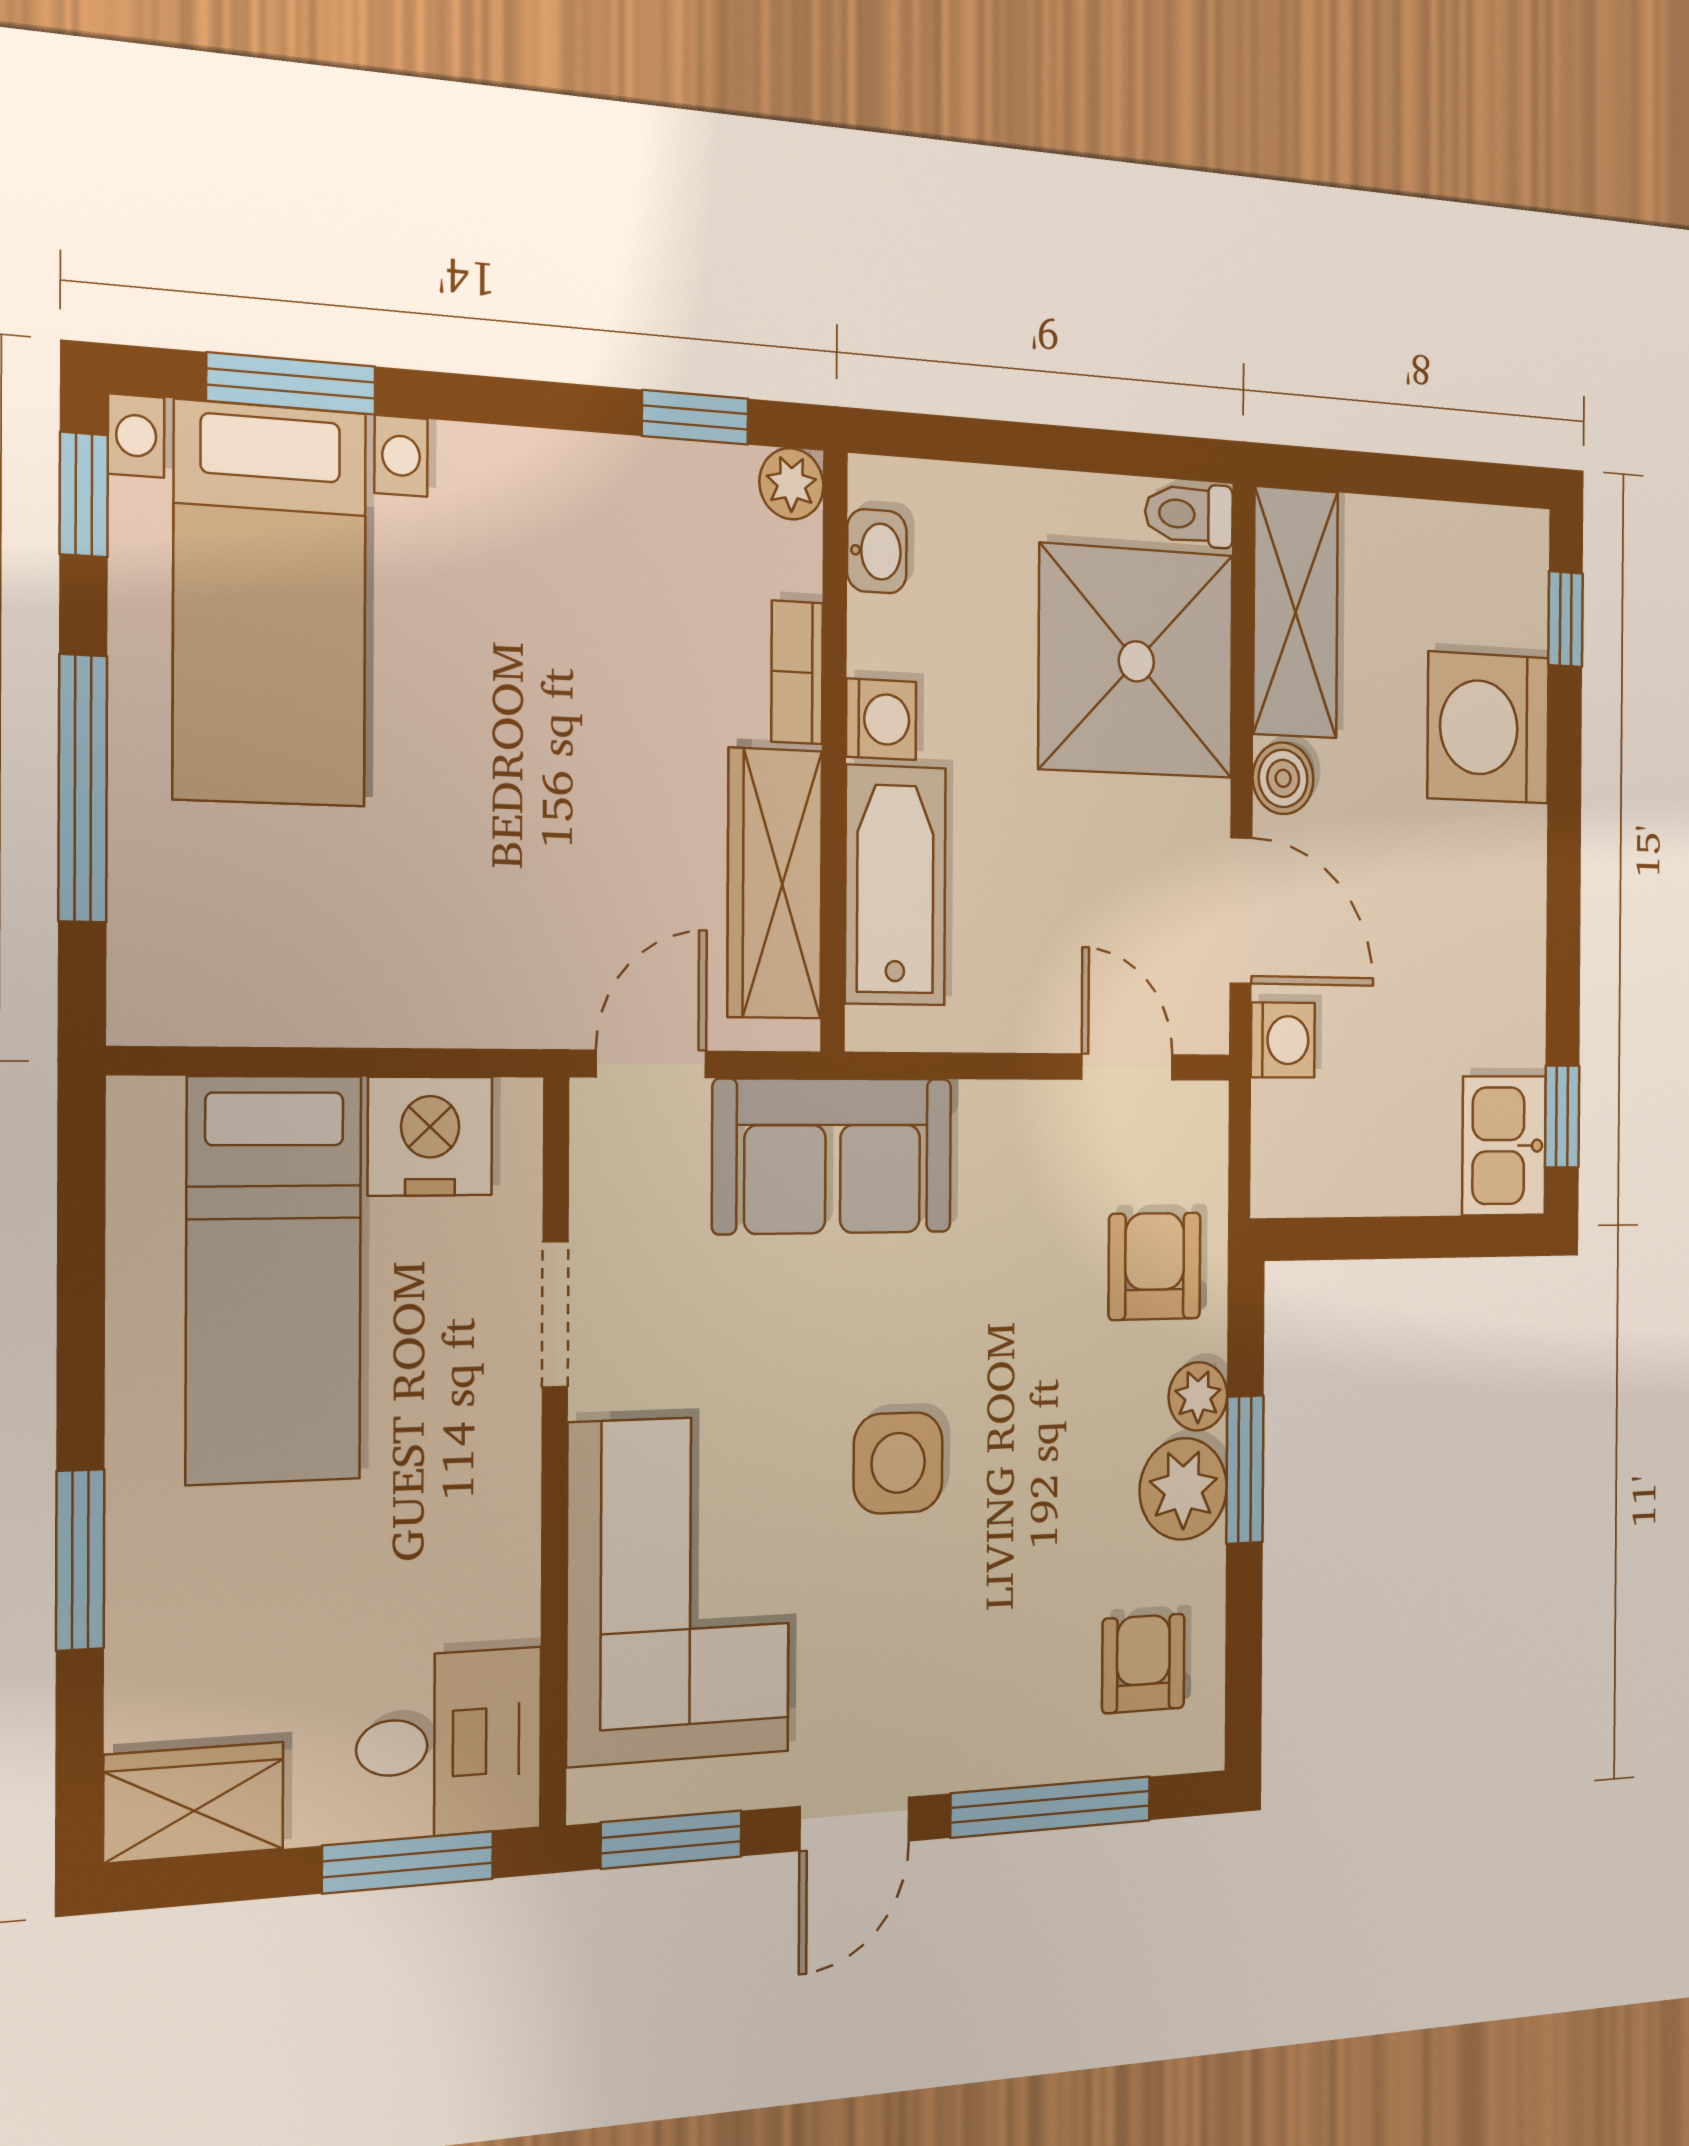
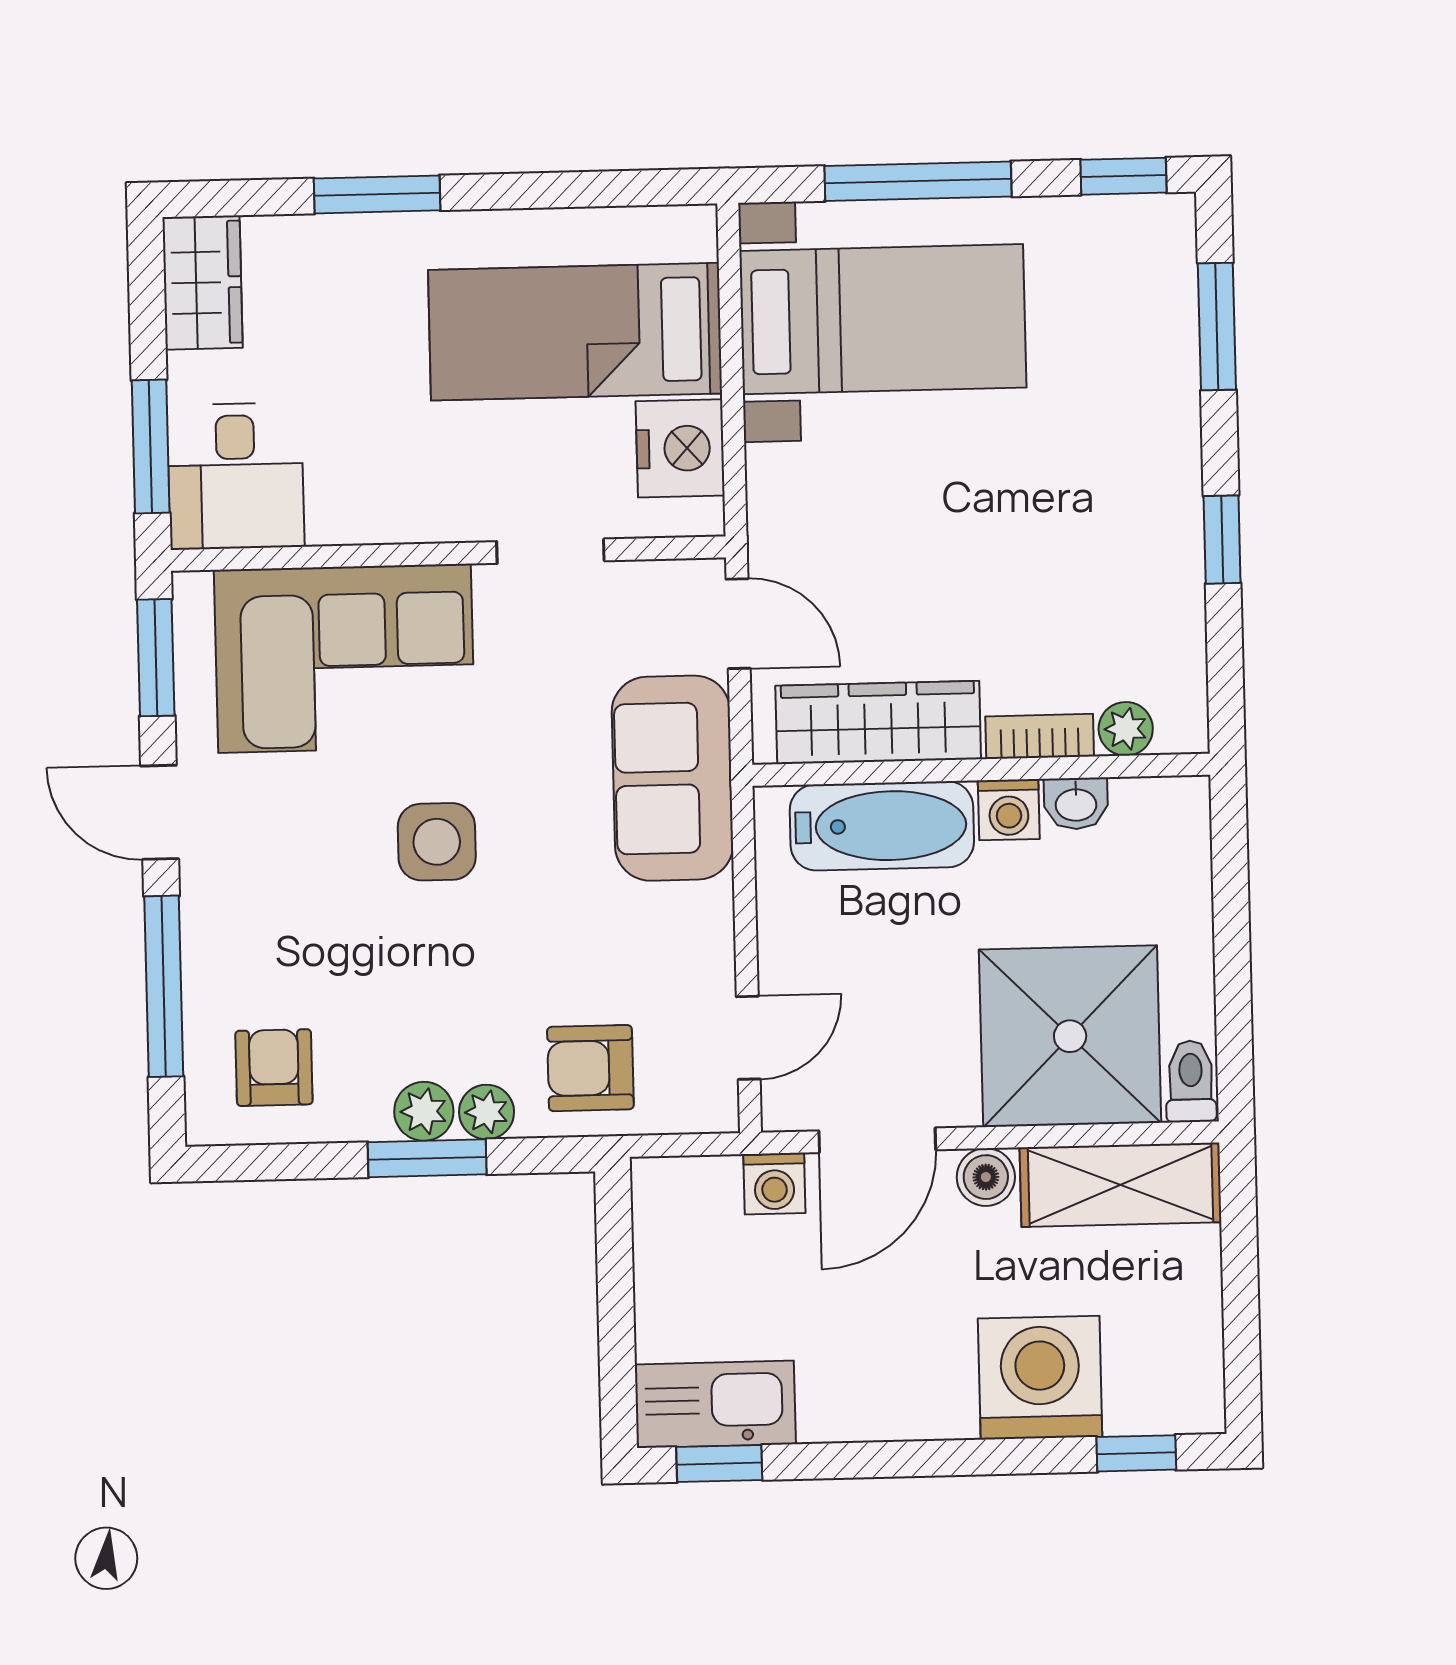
window: (695, 417) -> (1222, 540), moved
plant: (791, 484) -> (1126, 729), moved
washbasin: (877, 551) -> (1076, 803), moved
bed with nightstands: (270, 605) -> (883, 319), moved, turned 180
kitchen sink: (1504, 1146) -> (715, 1404), width x1.38
armchair: (1155, 1266) -> (590, 1068), turned 180
plant: (1183, 1489) -> (424, 1111), width x0.73, depth x0.73
armchair: (1143, 1663) -> (274, 1068), turned -90

